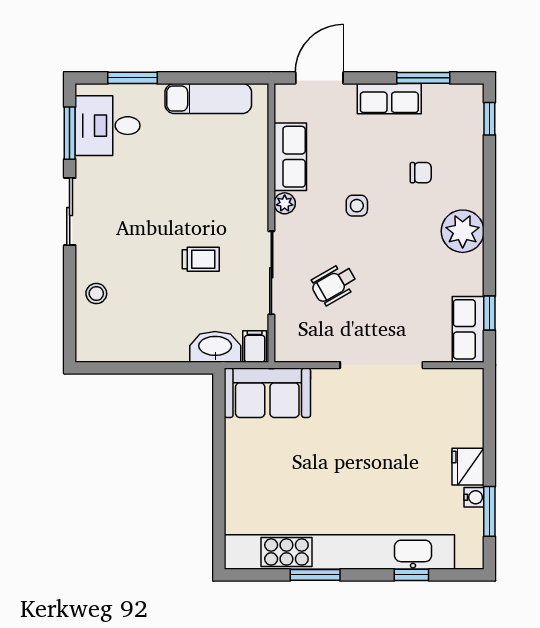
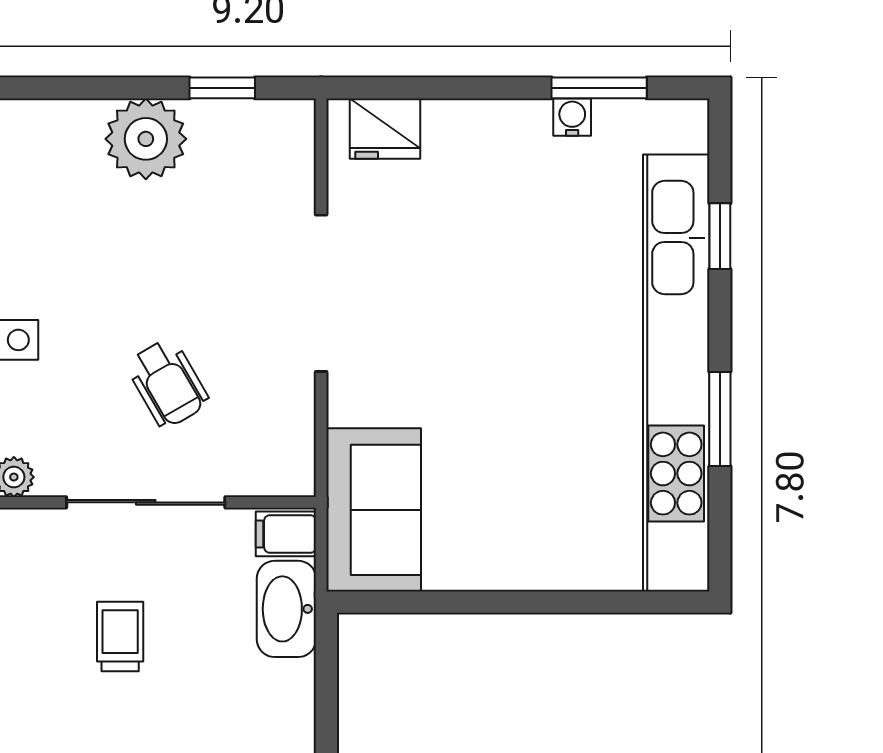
plant: (463, 231) -> (146, 139), moved
row of seats: (468, 329) -> (253, 128), removed
fridge: (468, 467) -> (385, 129), moved

